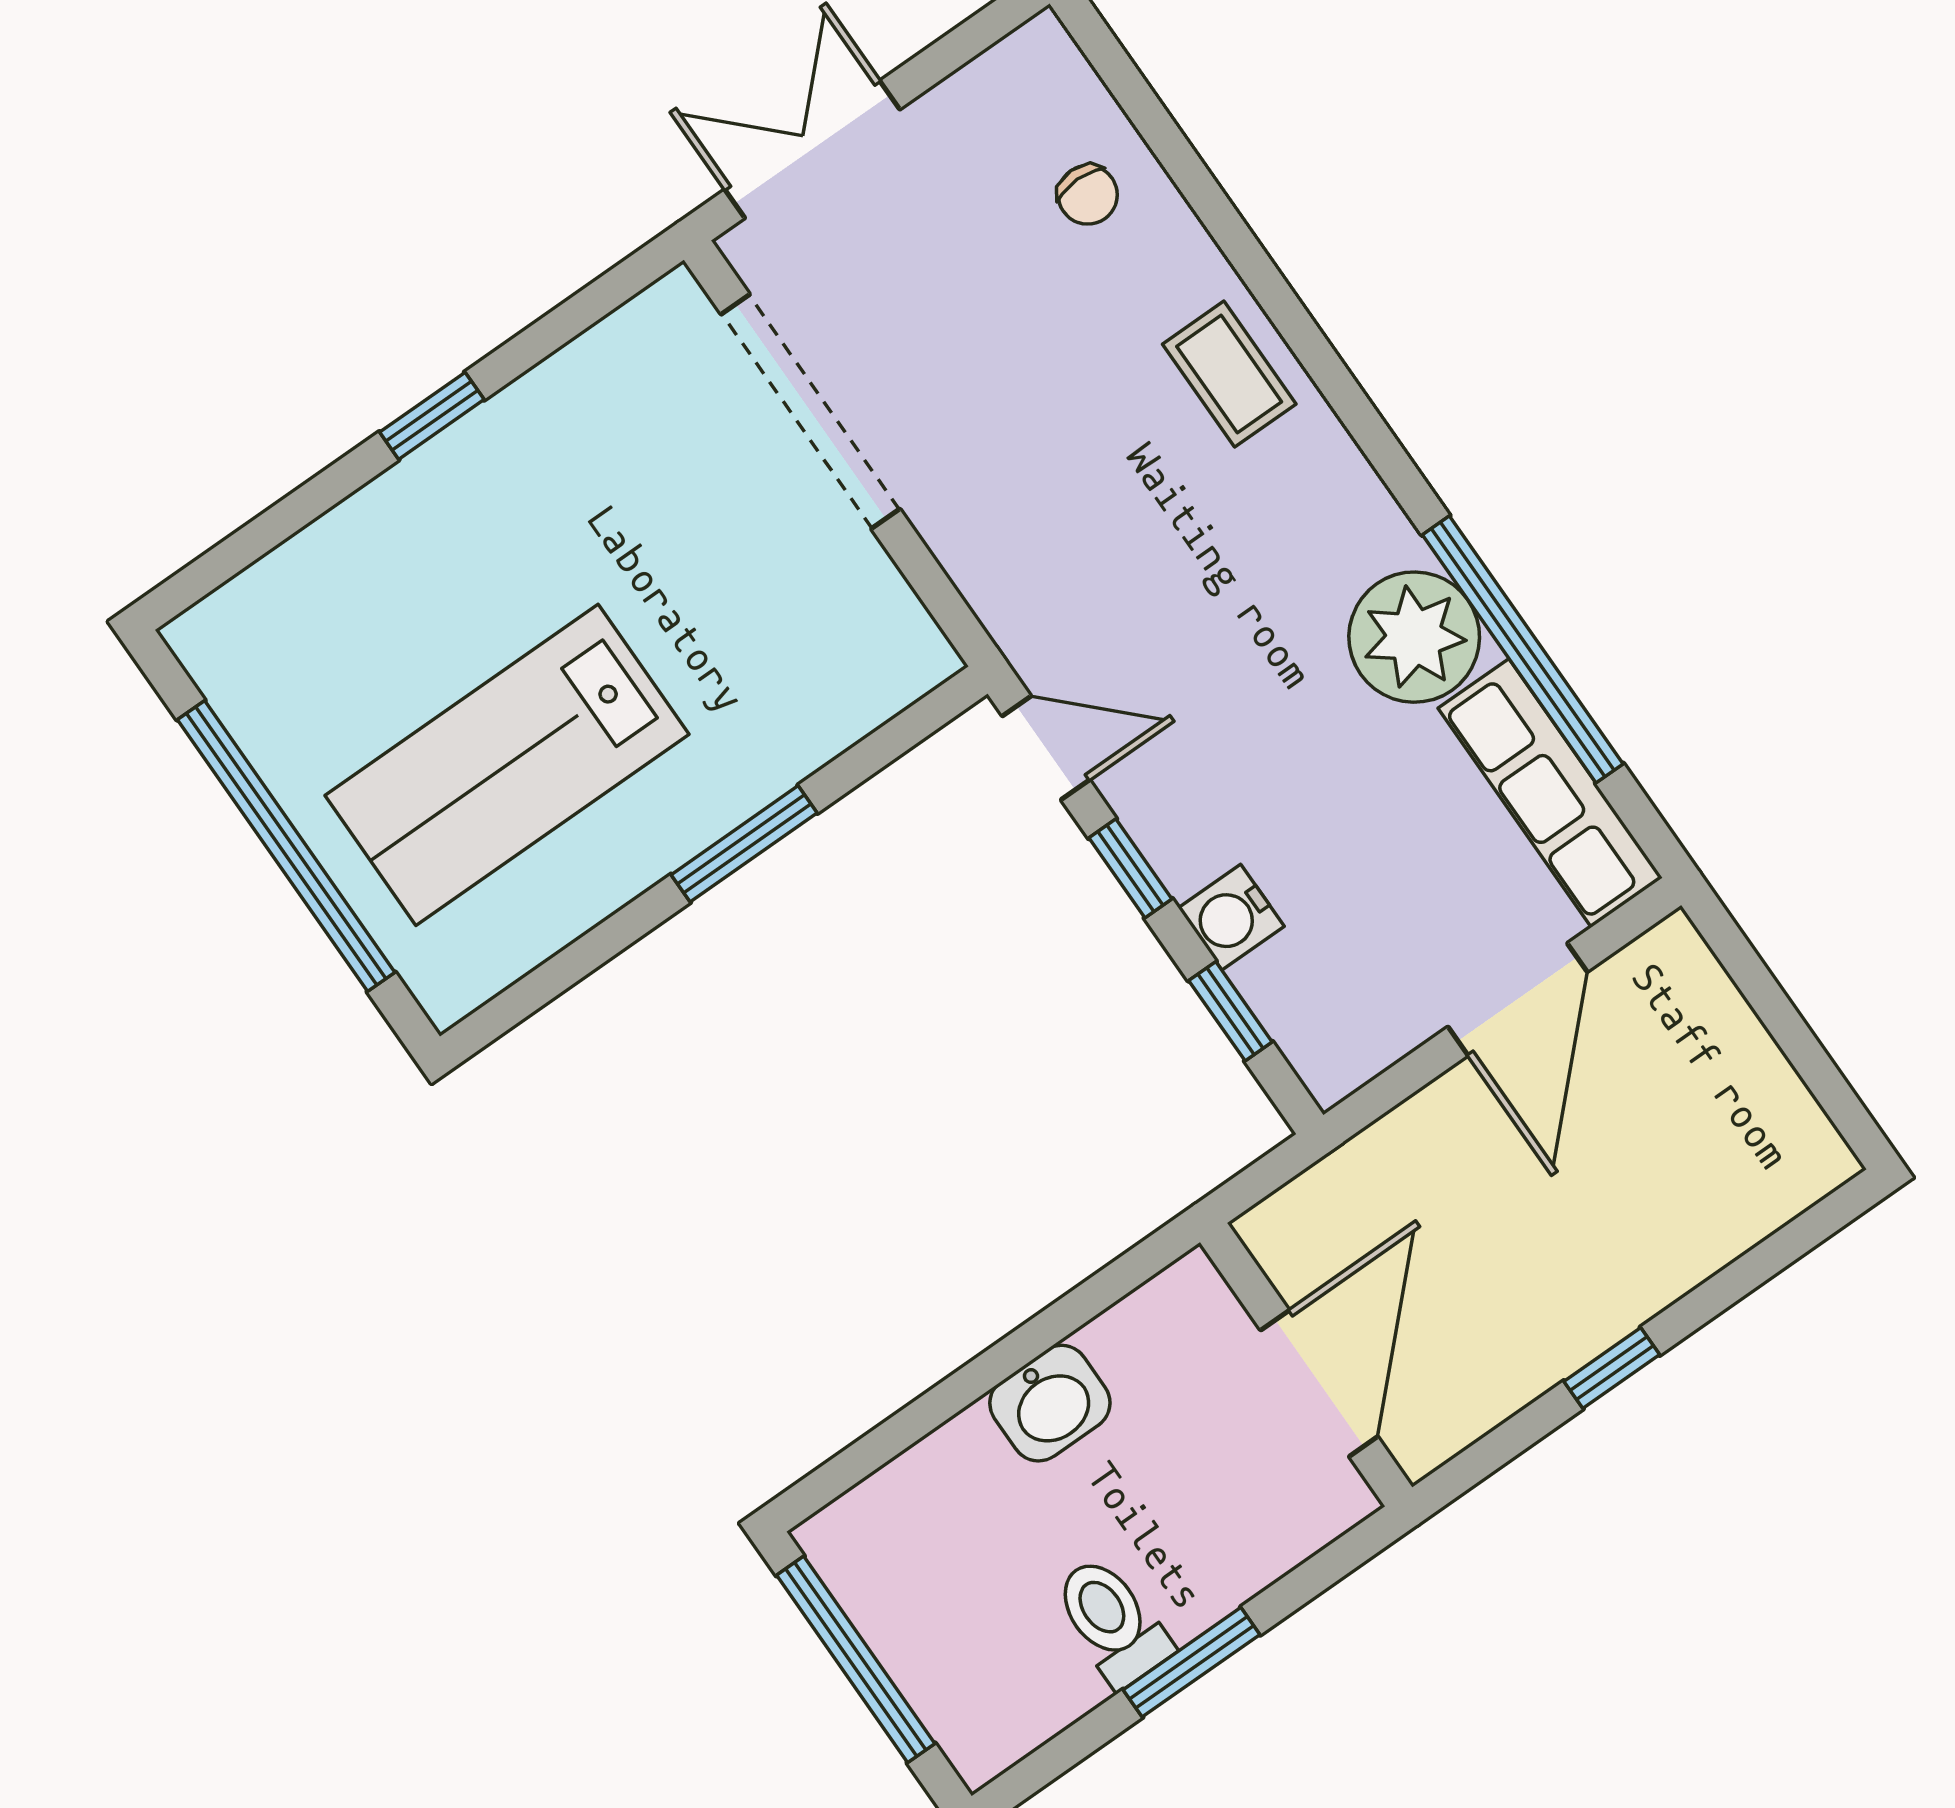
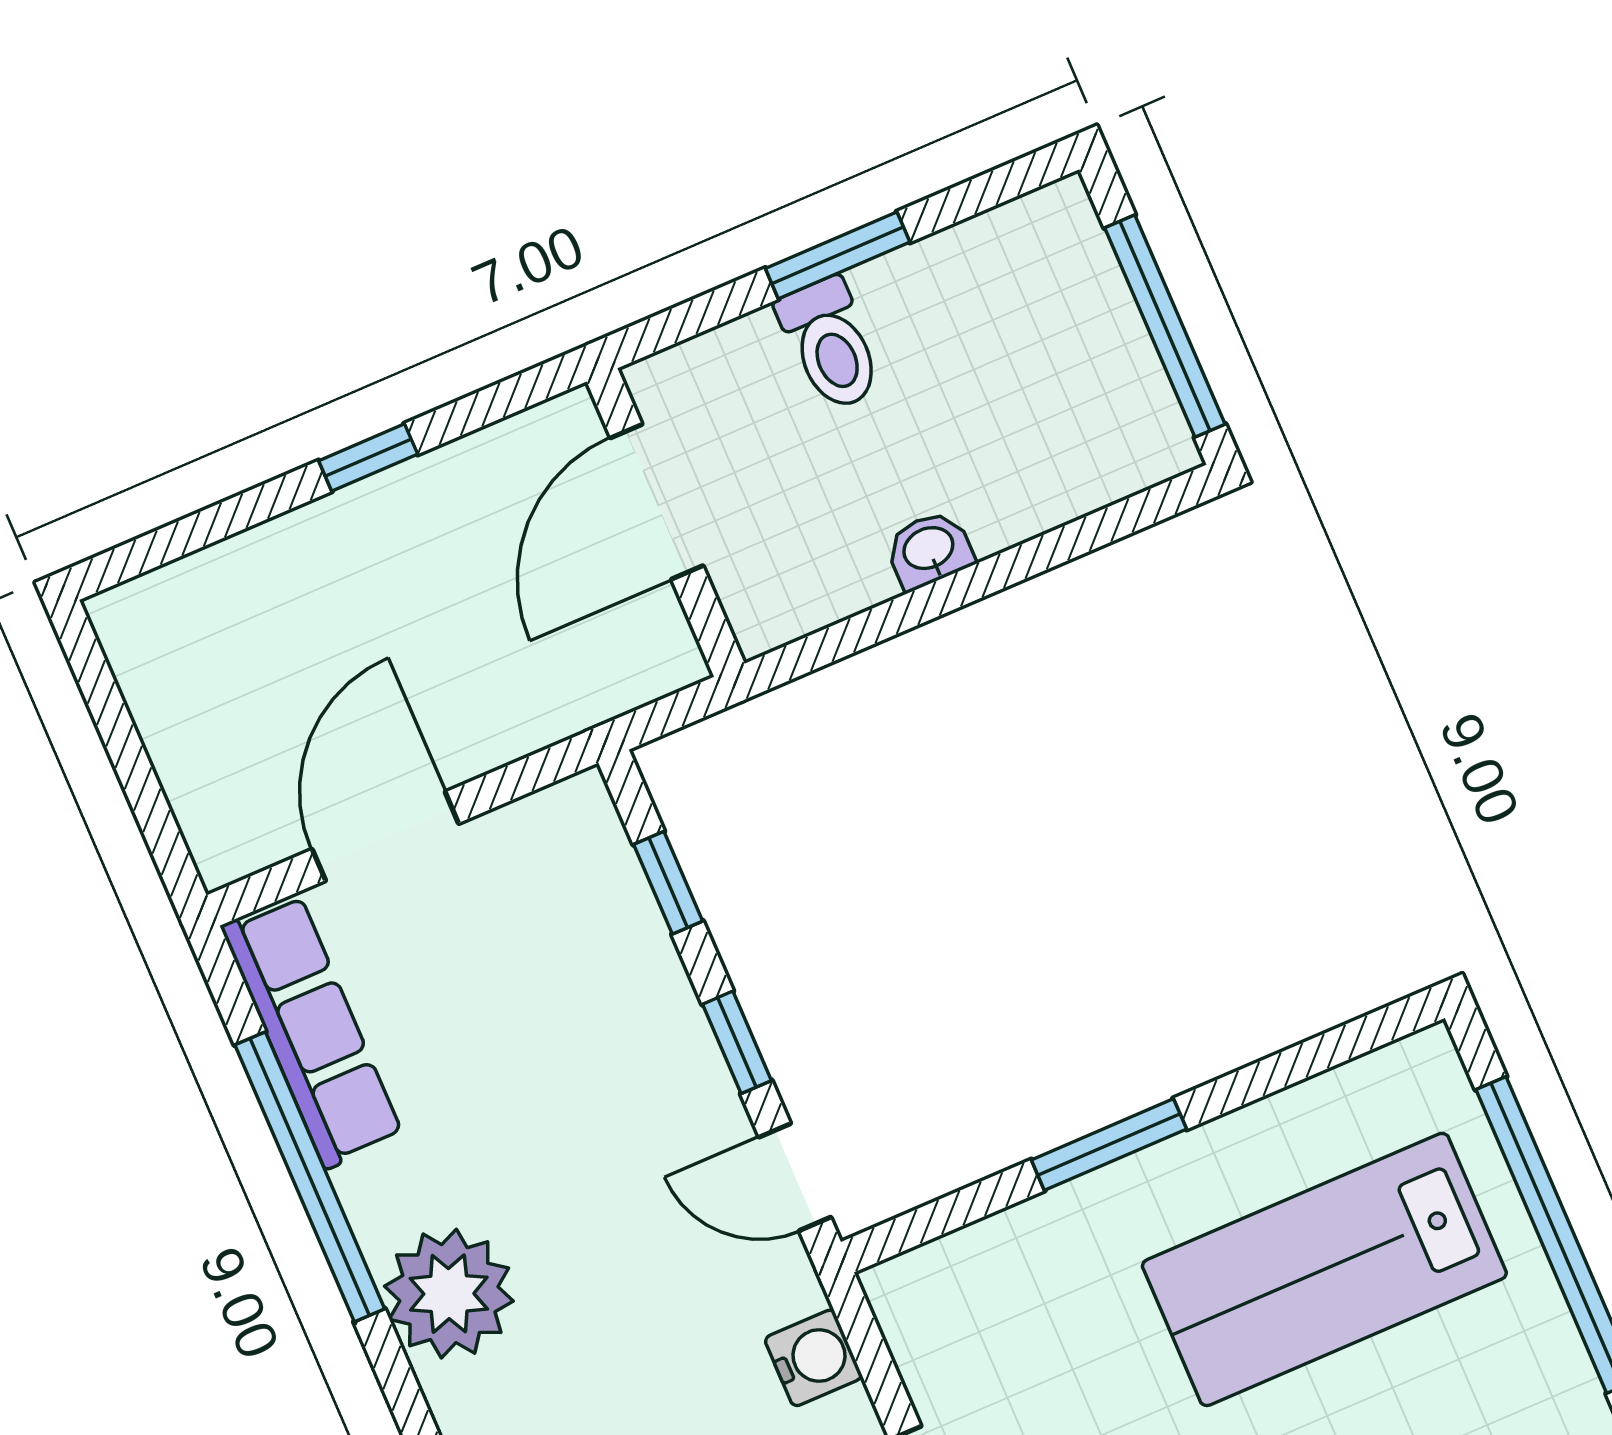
plant: (1414, 637) -> (449, 1294), moved
lab bench: (507, 765) -> (1324, 1269), turned 180
water cooler: (1231, 917) -> (813, 1358), moved
washbasin: (1050, 1403) -> (929, 550), width x0.72, depth x0.69
toilet: (1112, 1621) -> (830, 344), moved

